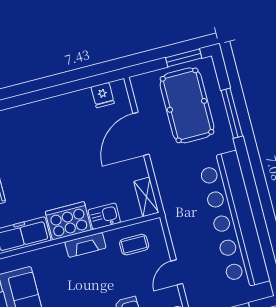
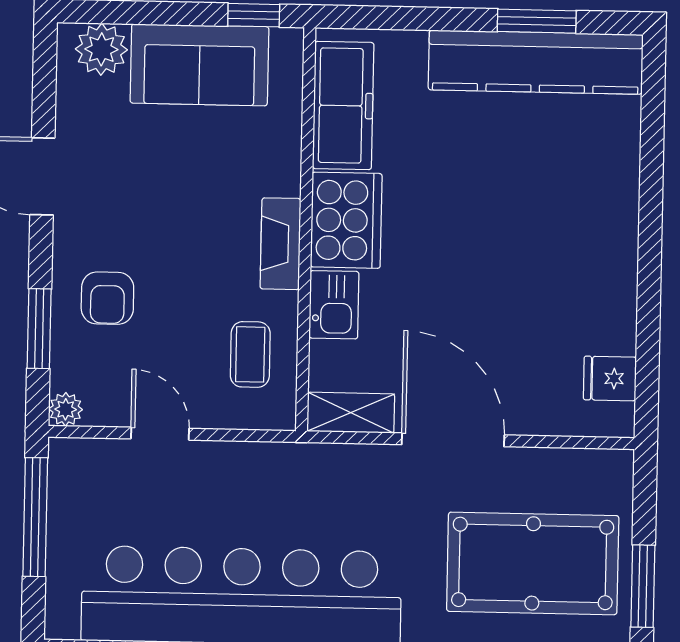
door: (141, 134) -> (453, 440), moved

